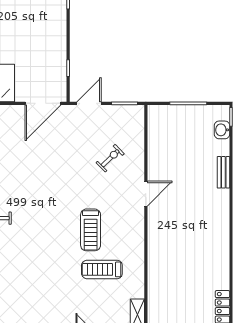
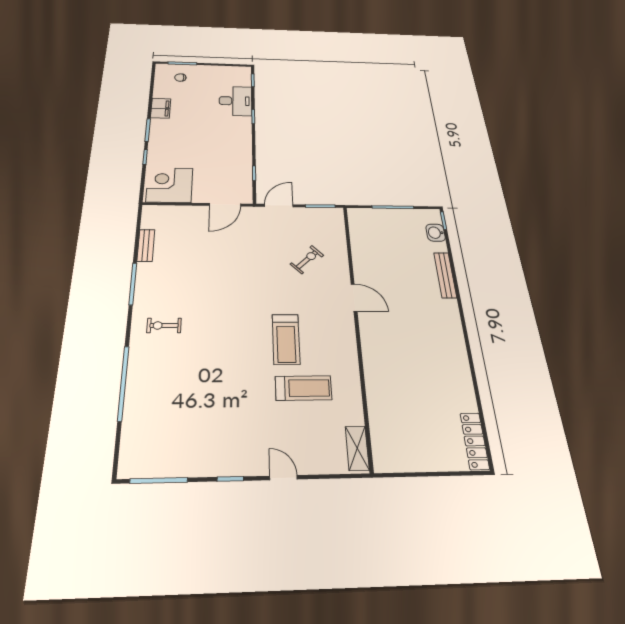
door: (43, 103) -> (225, 205), width x0.73
bench: (223, 172) -> (445, 275), width x1.36
door: (146, 194) -> (354, 298), hinge flipped
treadmill: (102, 269) -> (304, 388), turned 180

